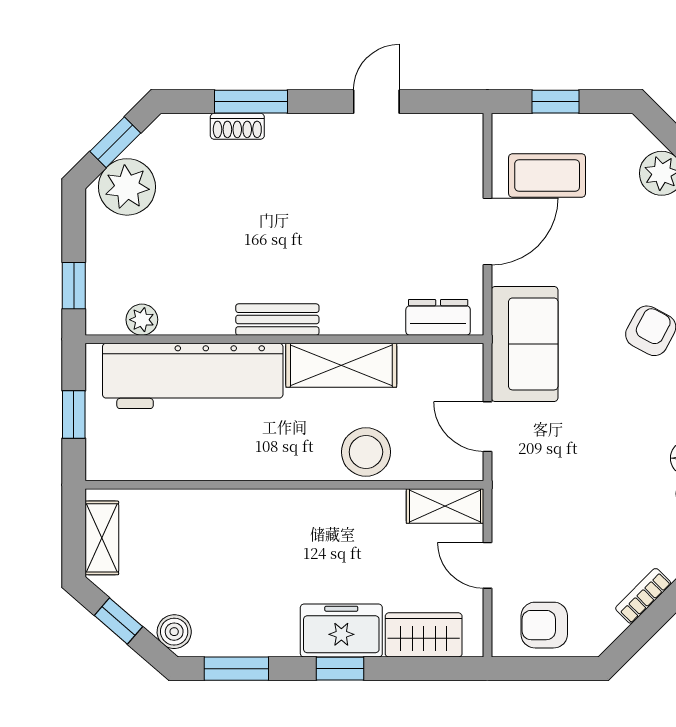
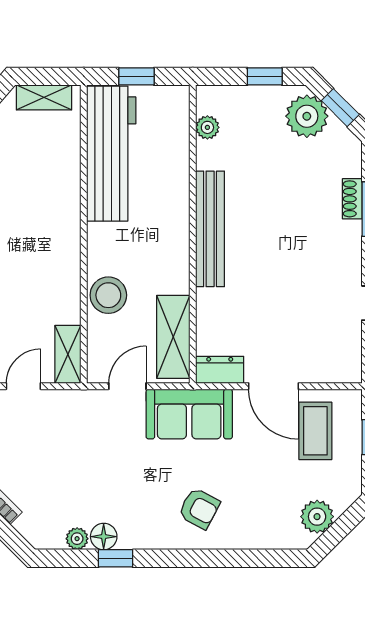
window: (74, 286) -> (265, 76), moved
dresser: (438, 317) -> (220, 370), moved, turned -90
bench: (277, 320) -> (210, 229), width x1.86, depth x1.21
shelving: (341, 365) -> (173, 337), moved
workbench: (193, 376) -> (111, 154), moved, turned 180

